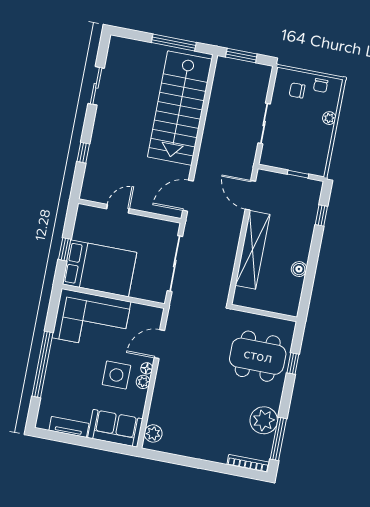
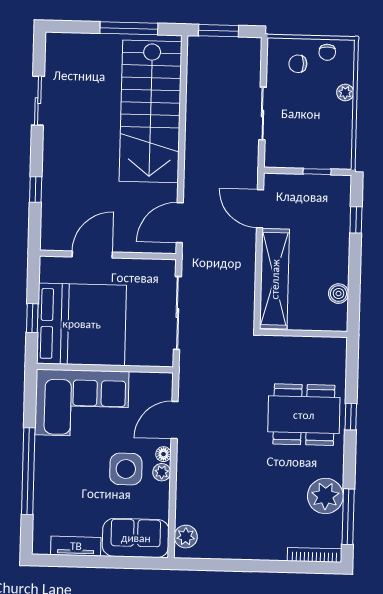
door: (118, 209) -> (92, 254), width x1.37
bed: (100, 268) -> (82, 324), width x1.36
wall: (264, 313) -> (303, 333), moved

